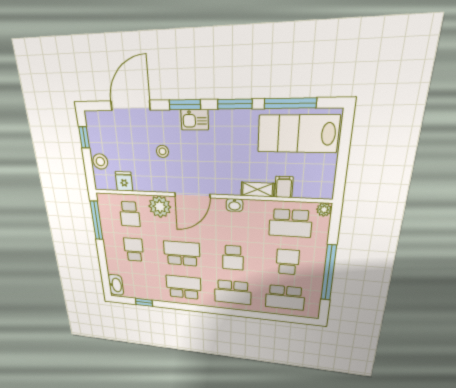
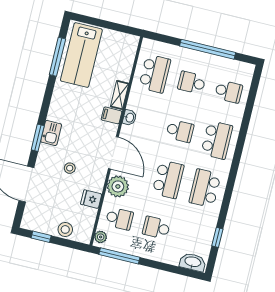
window: (235, 104) -> (47, 98), removed
fridge: (124, 181) -> (91, 199), moved
filing cabinet: (284, 187) -> (112, 115), moved
plant: (324, 210) -> (101, 237), moved
school desk: (182, 254) -> (168, 179), turned 180
school desk: (285, 298) -> (229, 92), width x0.54

